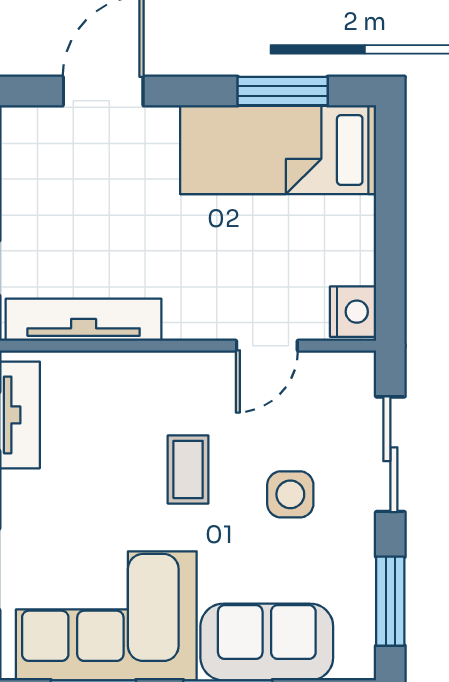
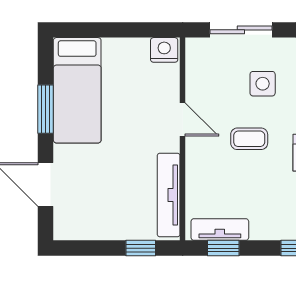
window: (283, 91) -> (45, 109), moved
door: (267, 346) -> (183, 119), moved

